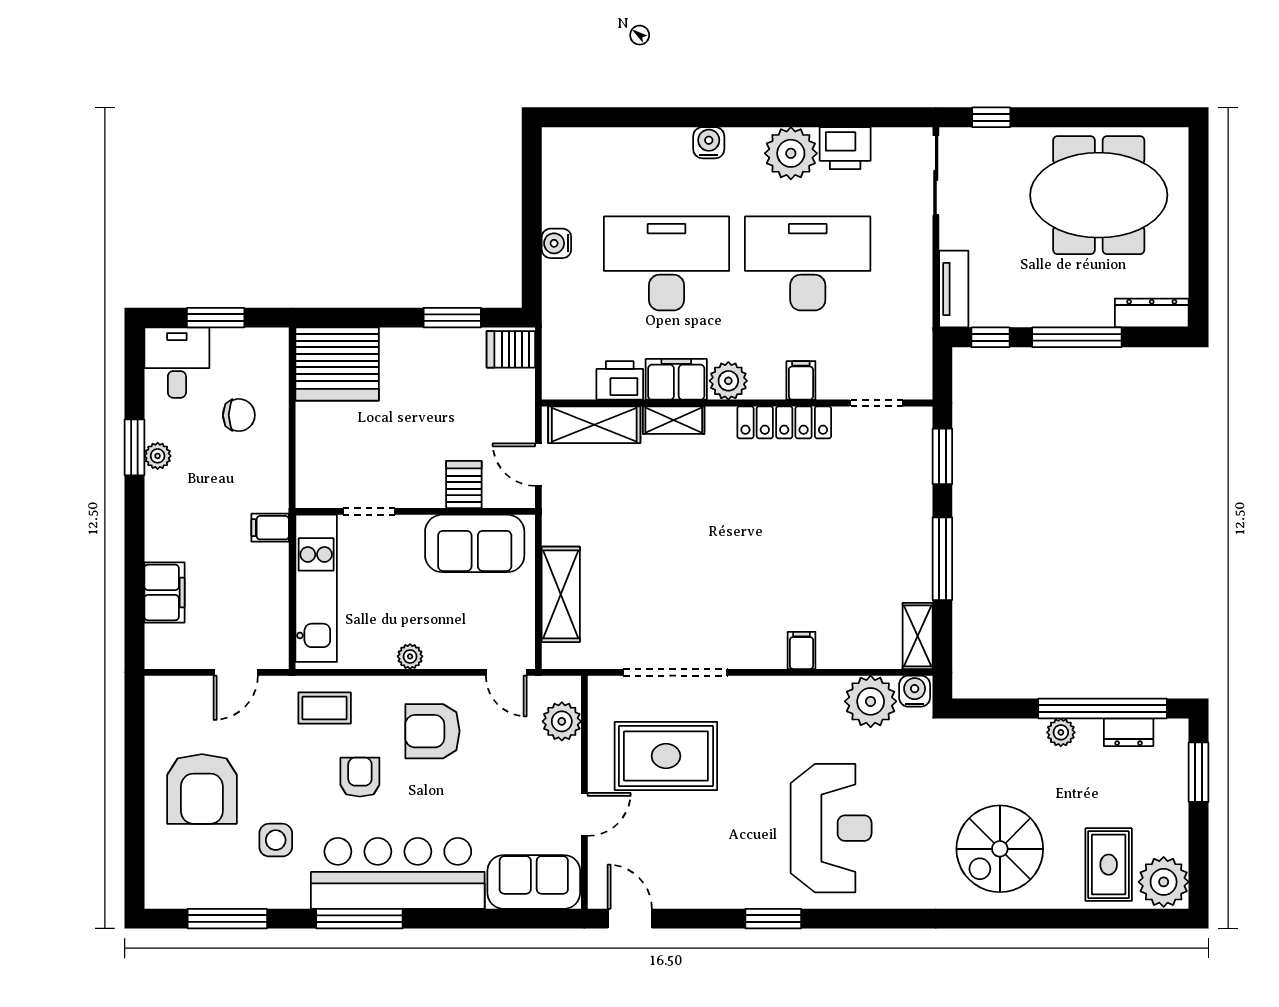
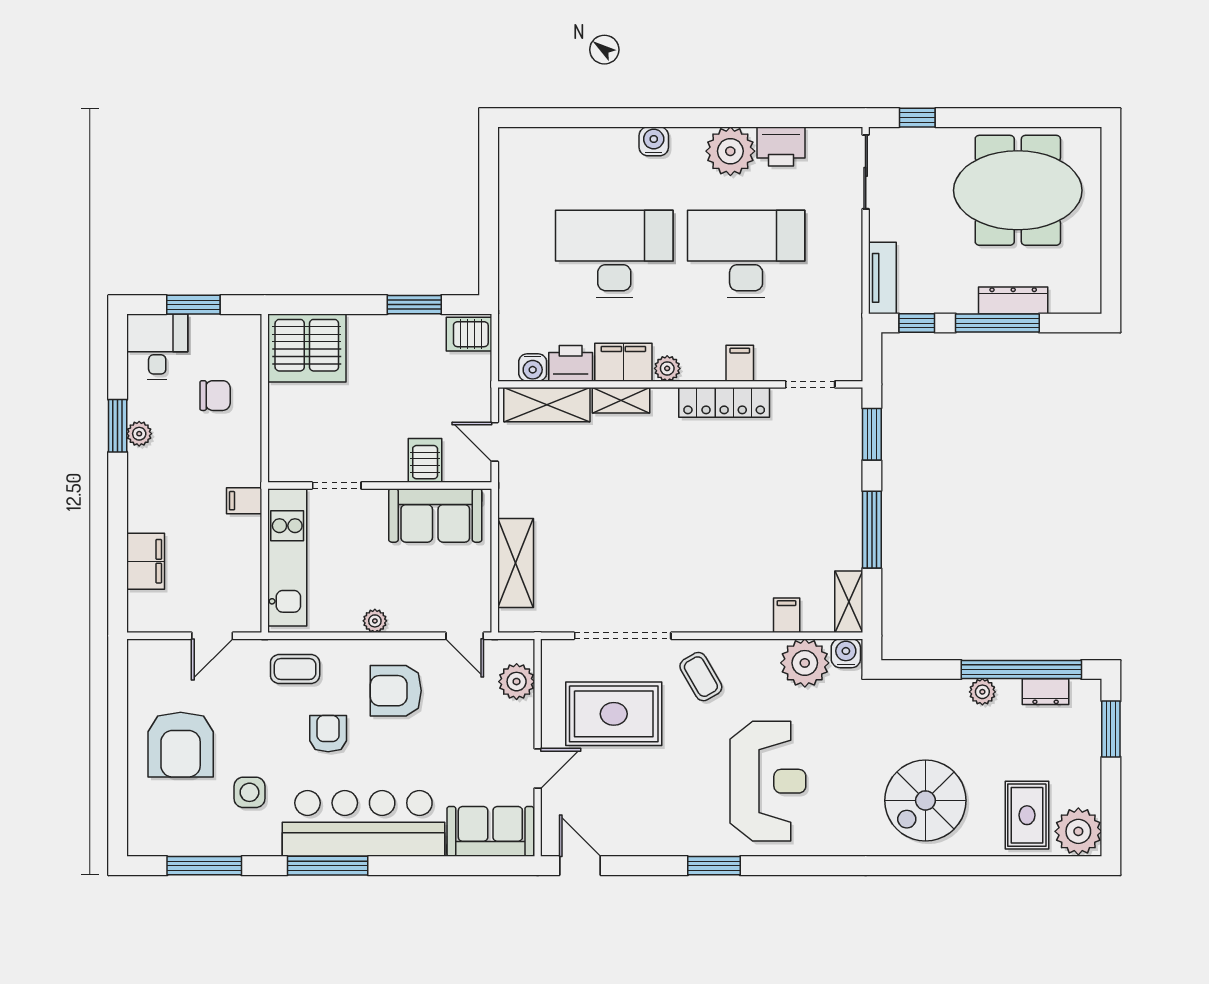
water cooler: (556, 243) -> (533, 367), moved, turned -90
dresser: (1152, 313) -> (1013, 300), moved
plant: (728, 381) -> (667, 368), width x0.73, depth x0.73
filing cabinet: (802, 650) -> (787, 615), moved
coffee table: (759, 716) -> (701, 677), added

